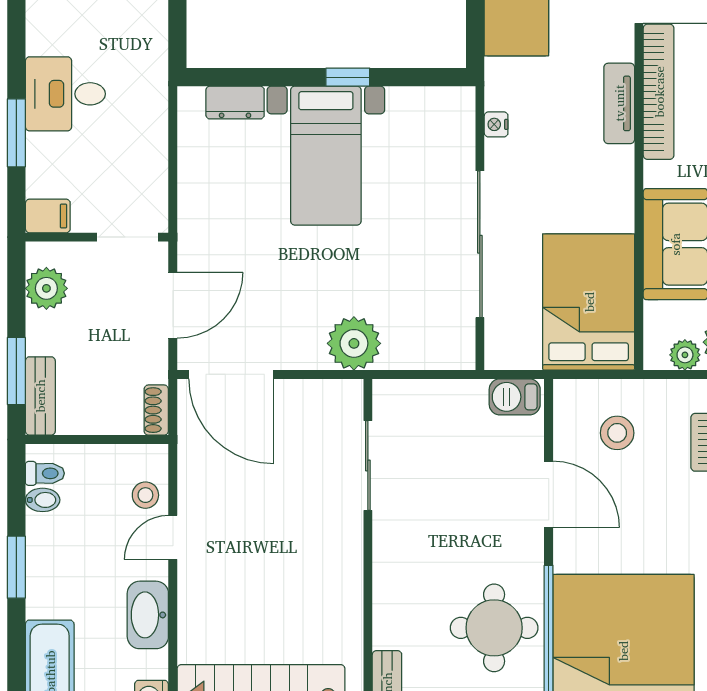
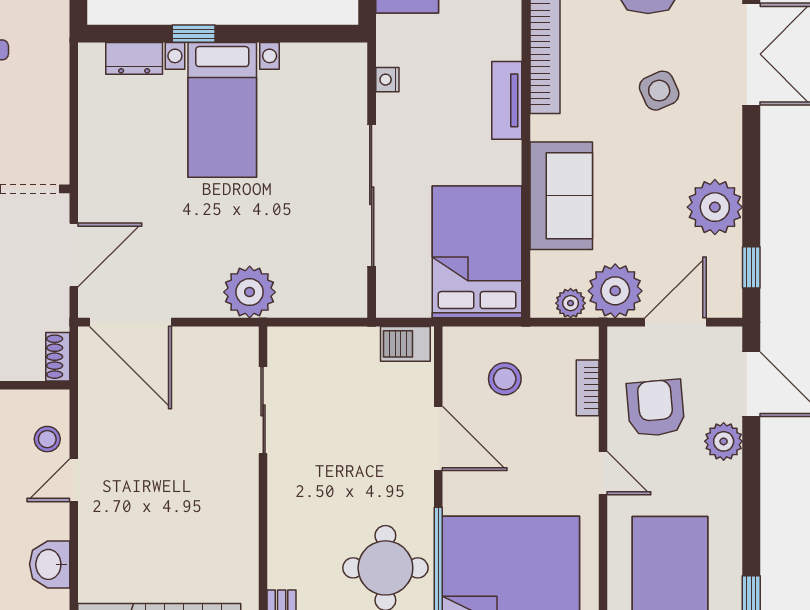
window: (348, 77) -> (194, 34), moved
tv unit: (619, 103) -> (507, 100), moved
washbasin: (148, 615) -> (50, 564), width x0.72

